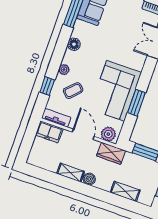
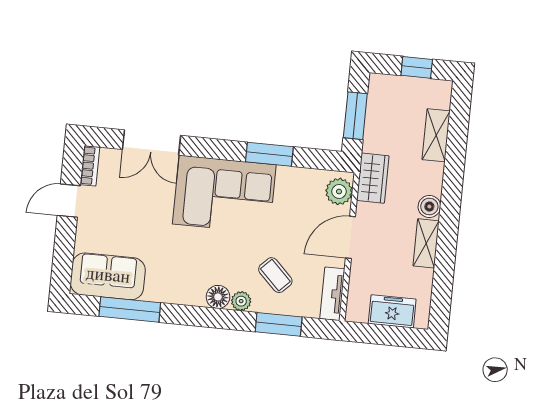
floor lamp: (74, 44) -> (218, 297), moved
window: (47, 86) -> (279, 324), width x1.50
corner sofa: (116, 91) -> (224, 194), moved
freezer: (49, 132) -> (392, 311), moved, turned -90

